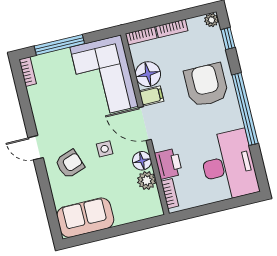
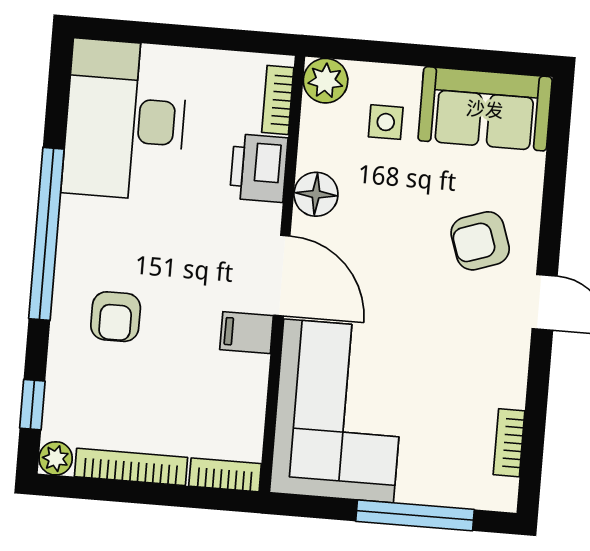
bookcase: (172, 29) -> (131, 467), width x1.56
bookcase: (28, 72) -> (509, 443), moved
floor lamp: (148, 74) -> (238, 384), removed
armchair: (206, 85) -> (116, 317), width x0.53, depth x0.53
side table: (105, 149) -> (386, 122), moved
plant: (147, 180) -> (326, 81), moved

